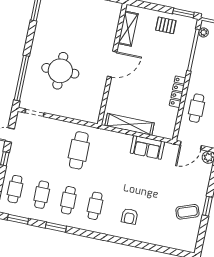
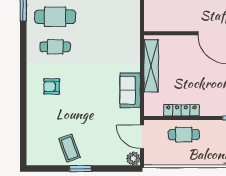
locker: (178, 92) -> (181, 110), moved
cafe table: (79, 150) -> (111, 17), removed
cafe table: (68, 200) -> (55, 17), width x1.37, depth x1.35

